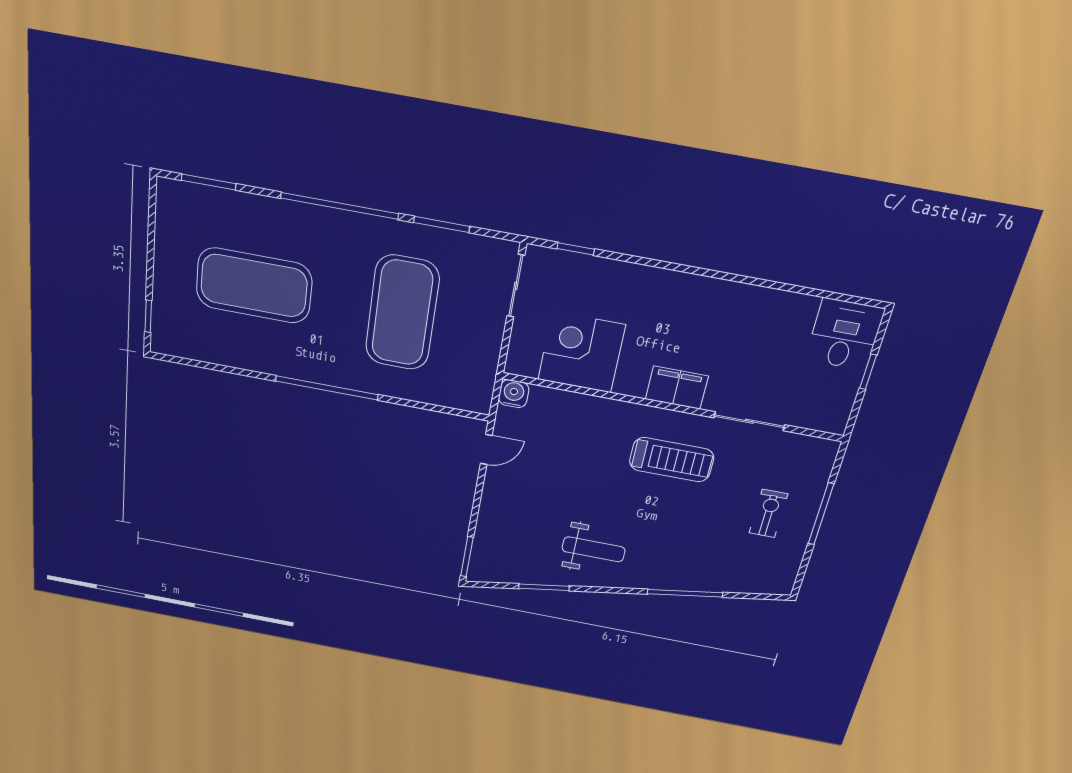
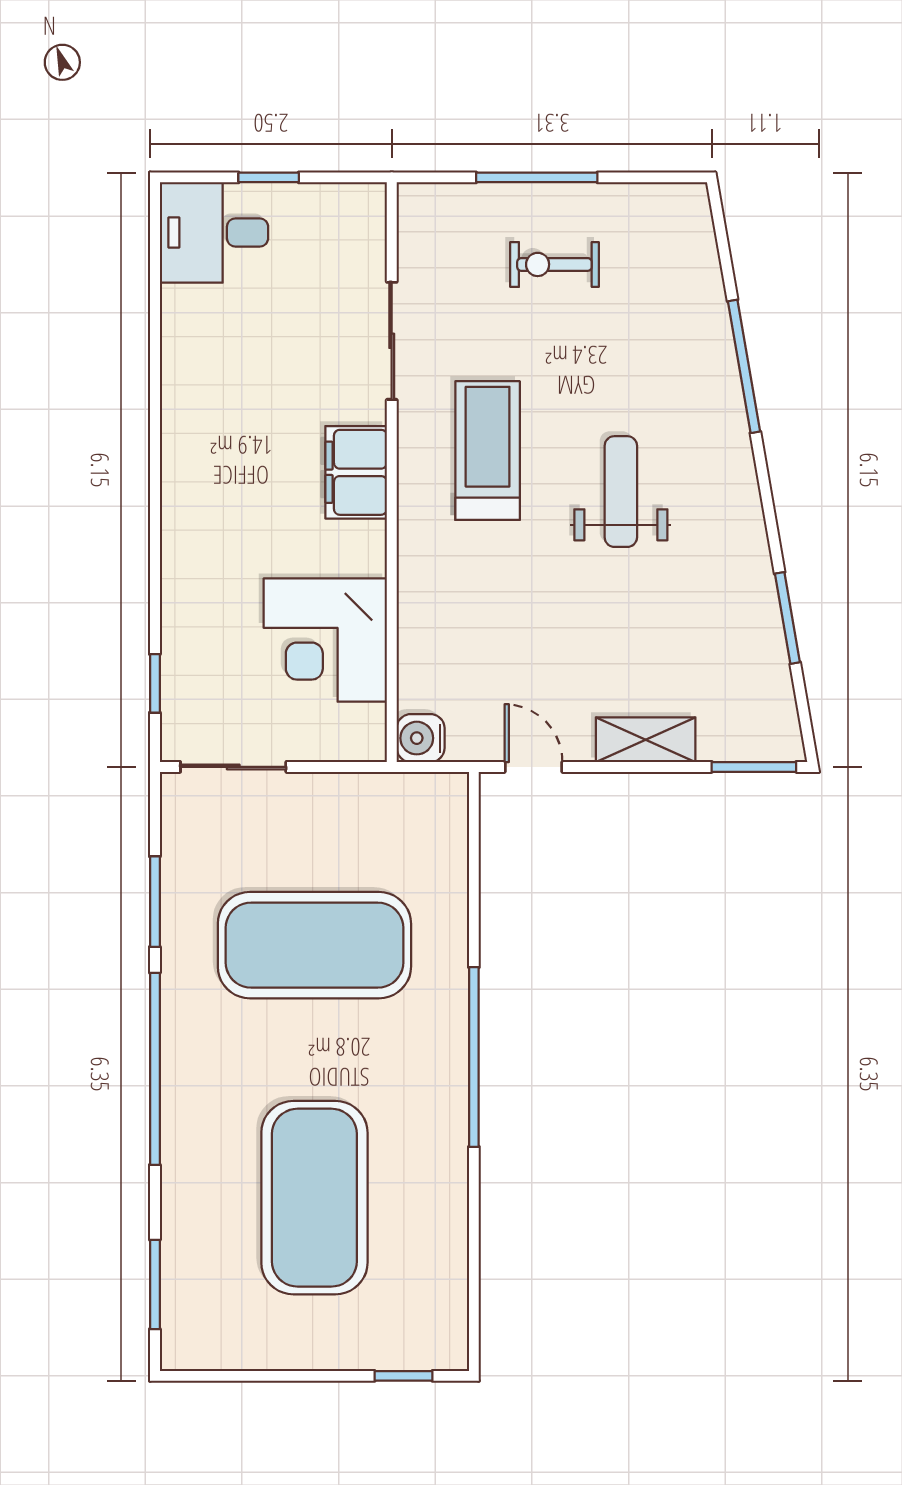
shelving: (491, 508) -> (646, 740), added
weight bench: (594, 549) -> (621, 492), moved

